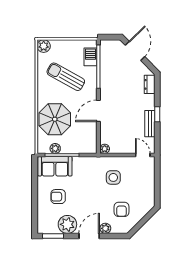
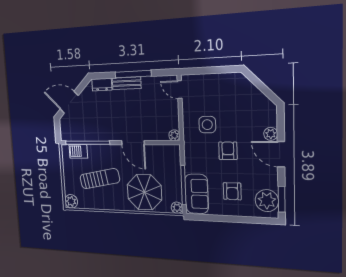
sun lounger: (66, 77) -> (100, 179), turned -130
window: (157, 114) -> (133, 74), width x2.17
bench: (150, 124) -> (127, 83), moved
plant: (55, 148) -> (177, 208), moved
door: (143, 155) -> (180, 89), hinge flipped
armchair: (122, 209) -> (228, 151), moved, turned -90
plant: (67, 224) -> (267, 201), moved

